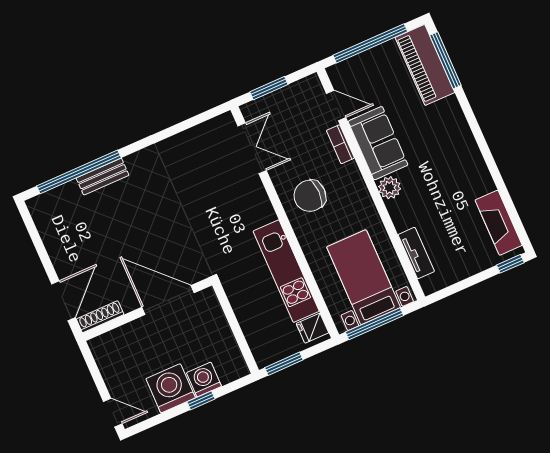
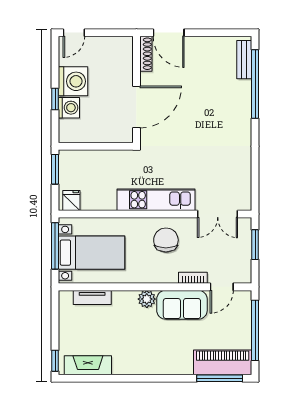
bench: (103, 177) -> (244, 60), moved
kitchen unit: (286, 271) -> (156, 200), moved

